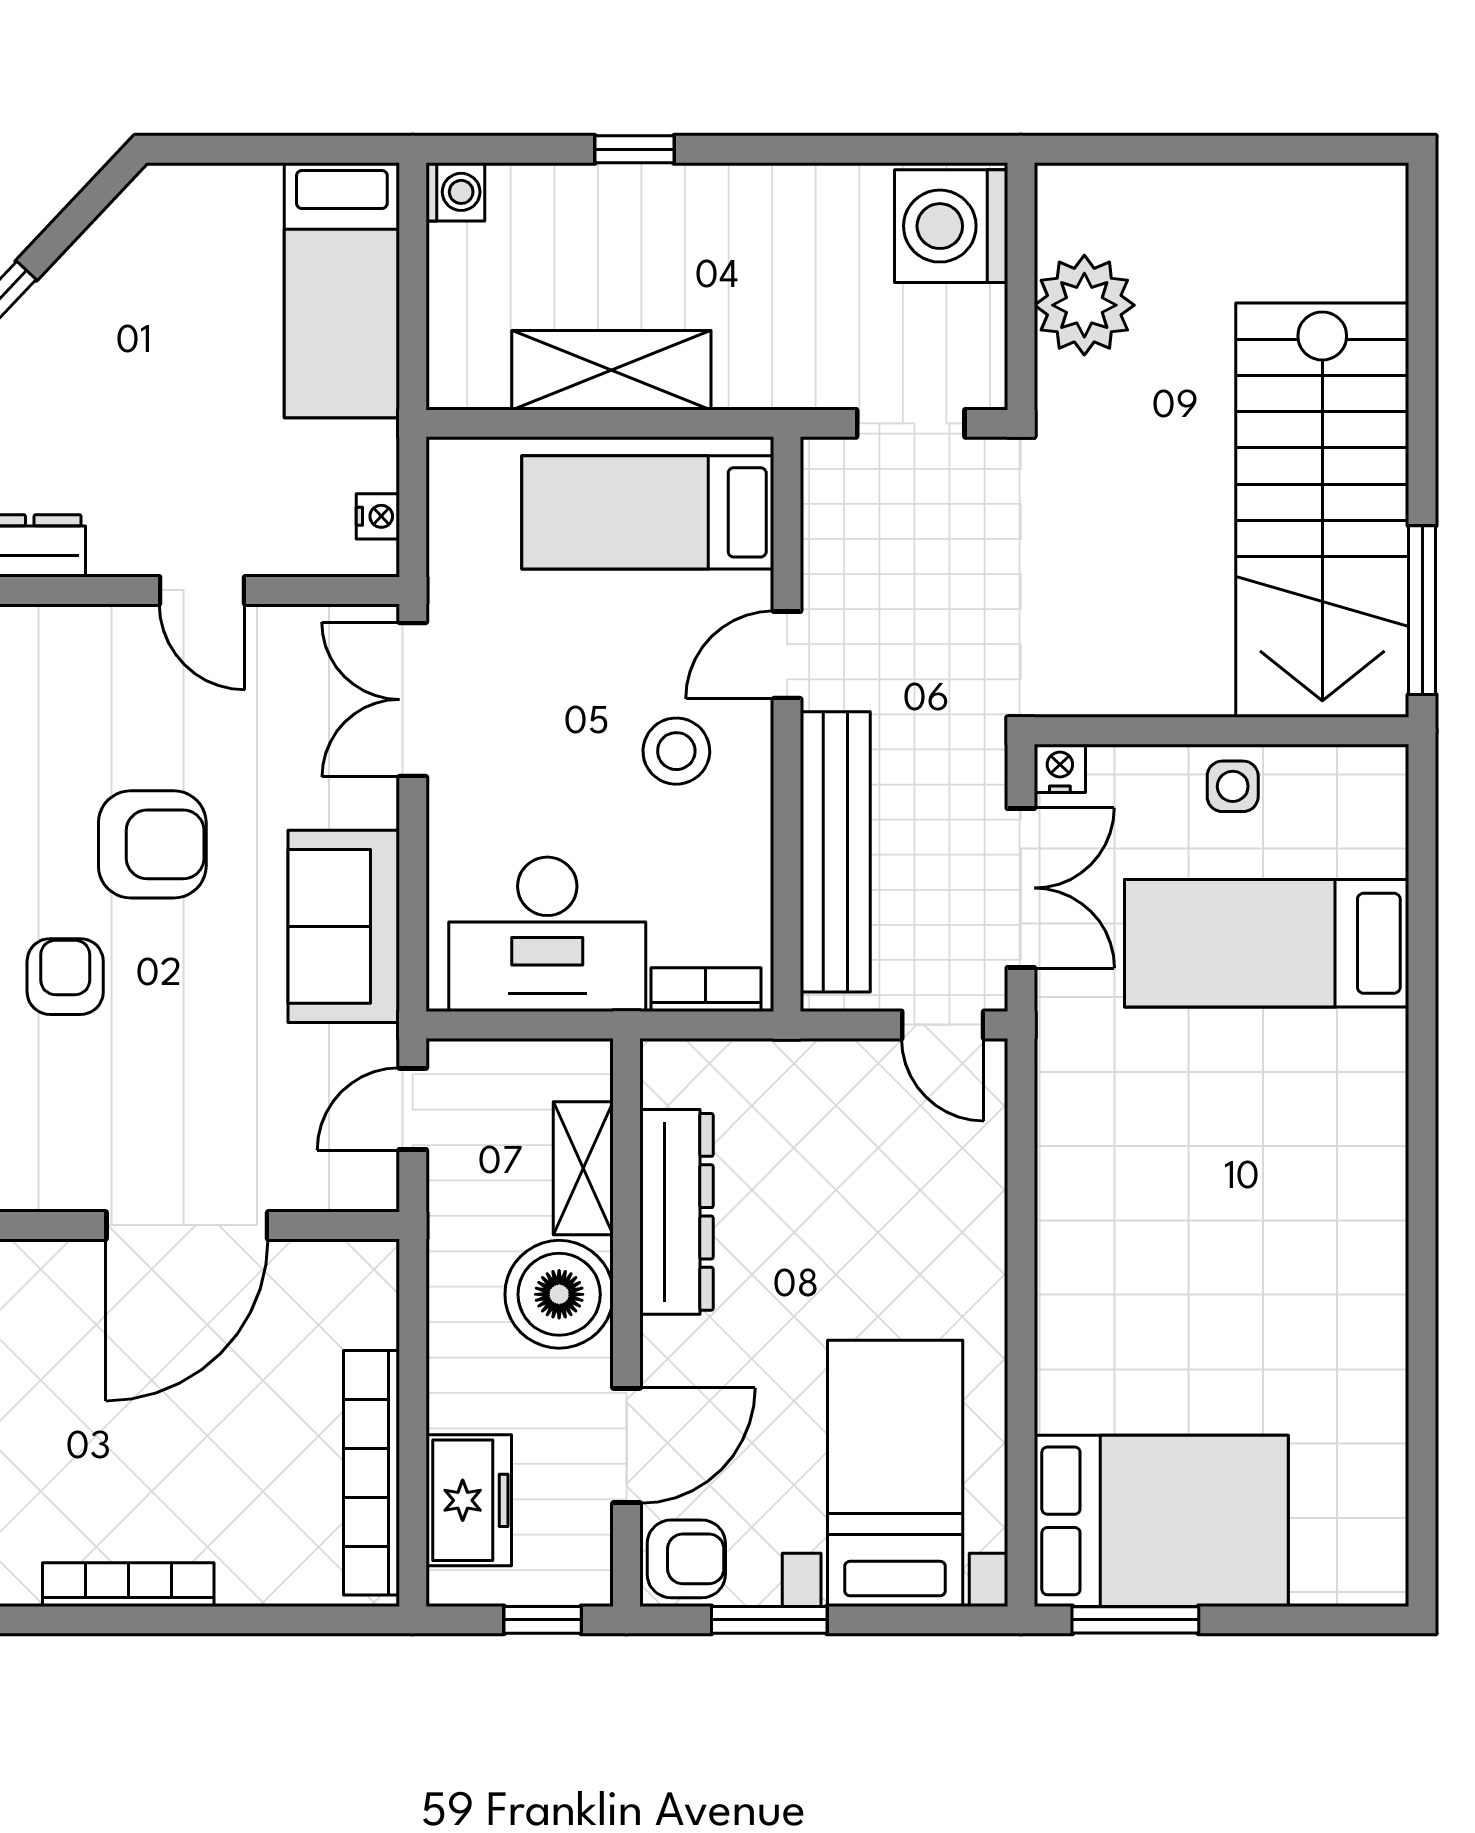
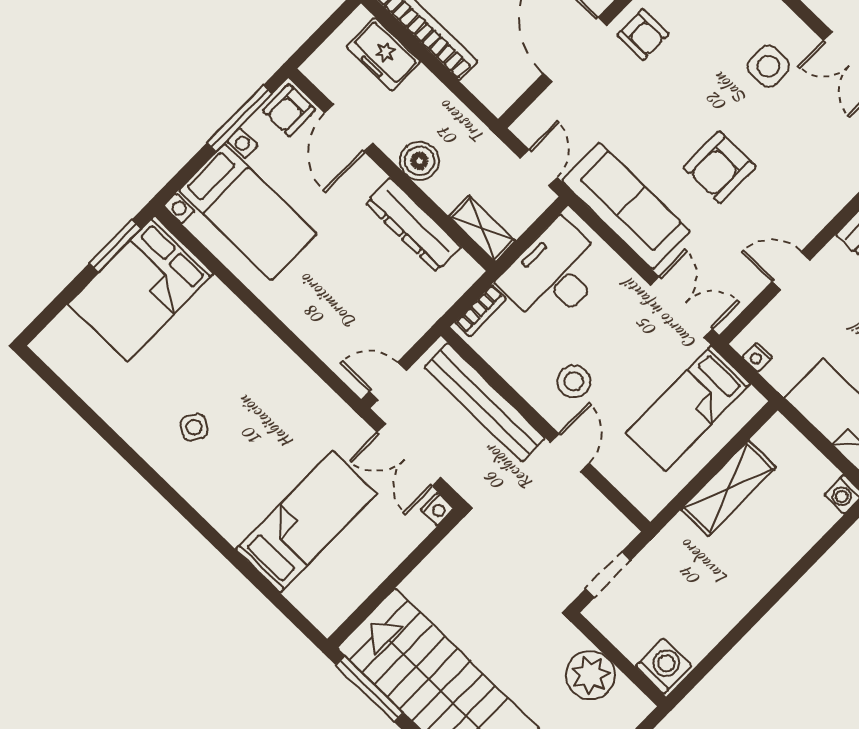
window: (634, 149) -> (798, 571), removed
washing machine: (951, 226) -> (663, 666), width x0.73, depth x0.73
bed: (648, 512) -> (688, 408), moved, turned 180
side table: (1233, 786) -> (194, 427), moved, turned 33
sofa: (344, 926) -> (626, 206), width x1.36
armchair: (65, 977) -> (643, 35), moved
shelving: (583, 1168) -> (482, 229), moved
boiler: (559, 1294) -> (420, 161), width x0.73, depth x0.73
window: (543, 1620) -> (317, 39), removed
window: (769, 1620) -> (240, 118), width x1.44

